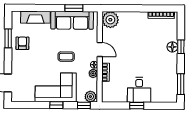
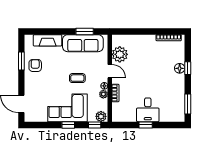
plant: (110, 20) -> (120, 54), moved

